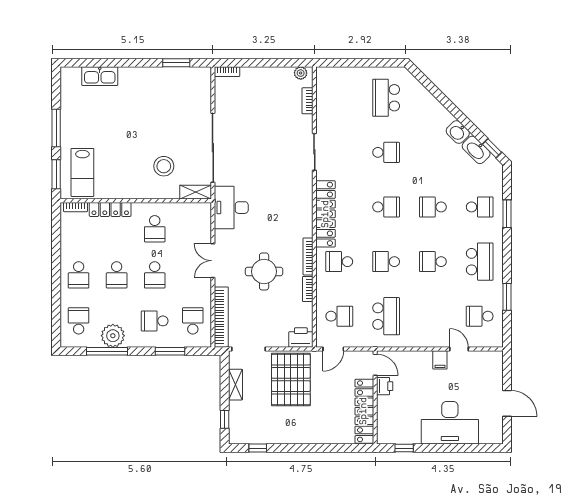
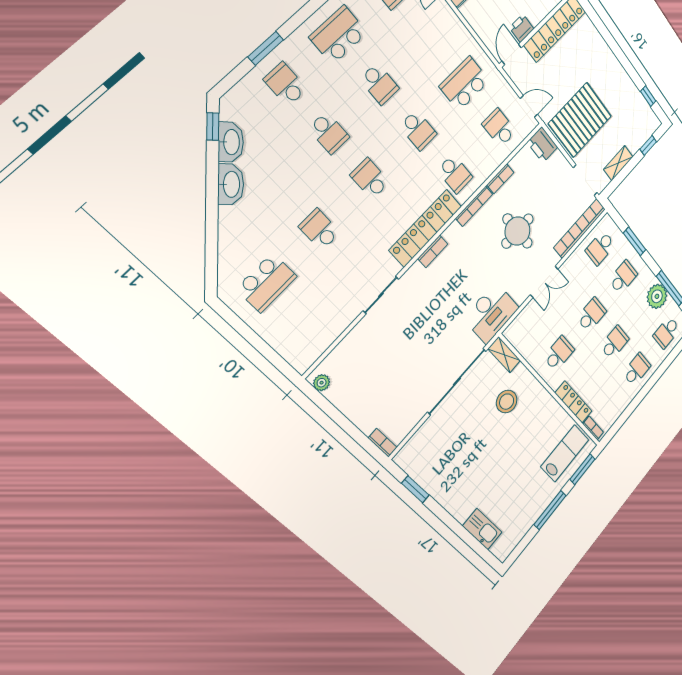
bookcase: (307, 101) -> (433, 251), moved
washbasin: (458, 132) -> (231, 184), width x1.38
school desk: (155, 321) -> (623, 277), turned -90

